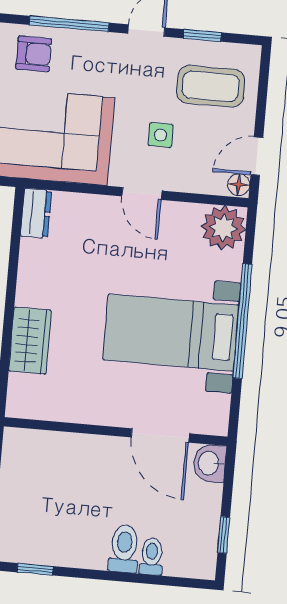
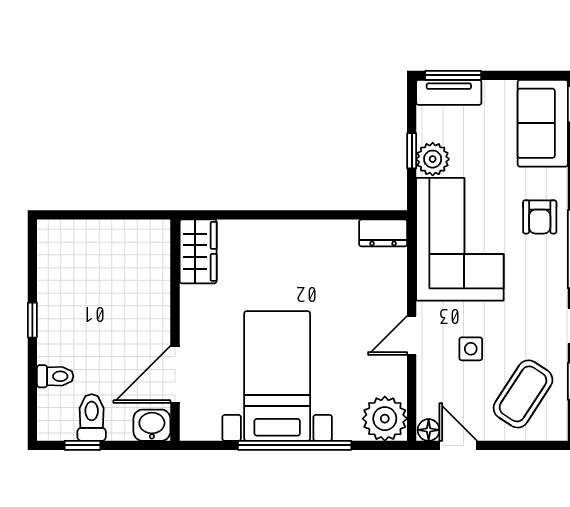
coffee table: (211, 86) -> (523, 394), turned 33
wardrobe: (30, 341) -> (198, 251), moved, turned -90
toilet: (124, 549) -> (92, 417), moved, turned -90
window: (35, 569) -> (32, 320), moved

